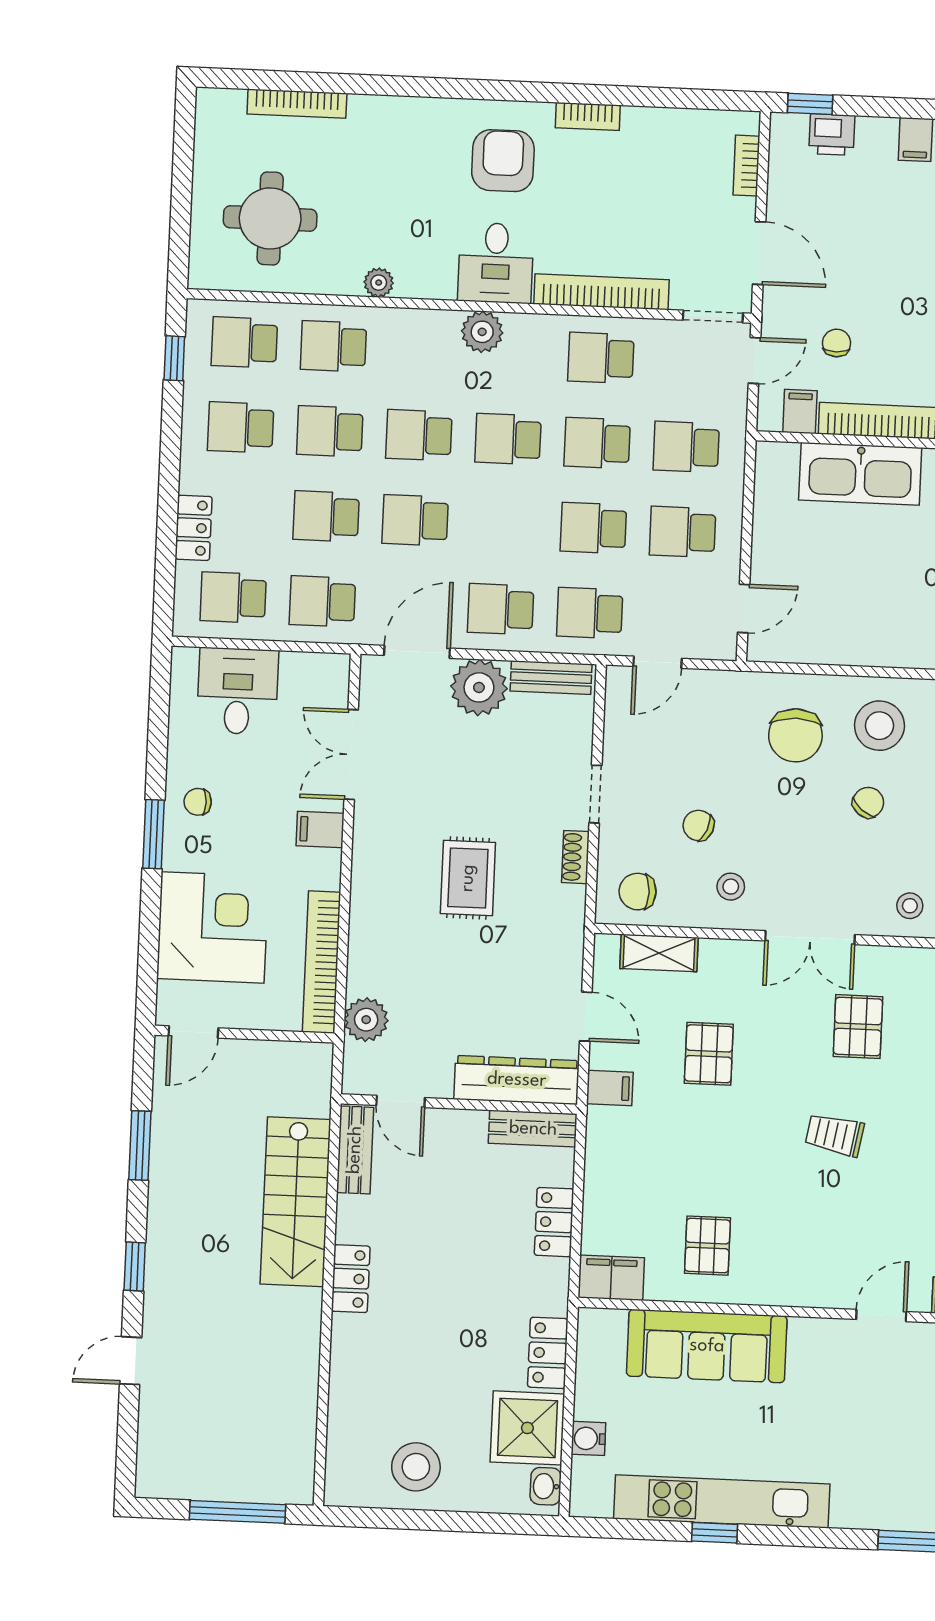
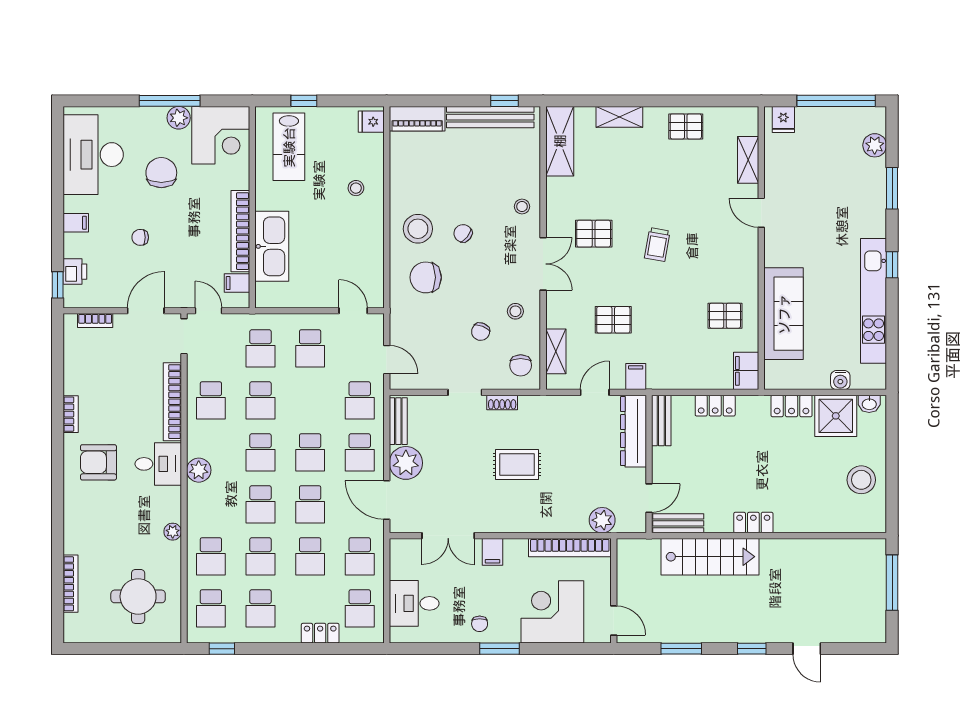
chair: (837, 343) -> (140, 237), moved
school desk: (593, 528) -> (310, 452), moved
chair: (795, 735) -> (426, 277), turned 180
window: (715, 1533) -> (892, 265), moved

